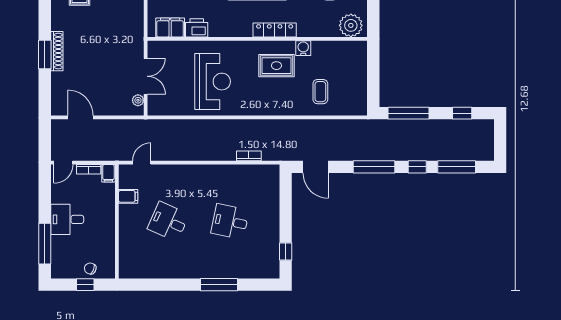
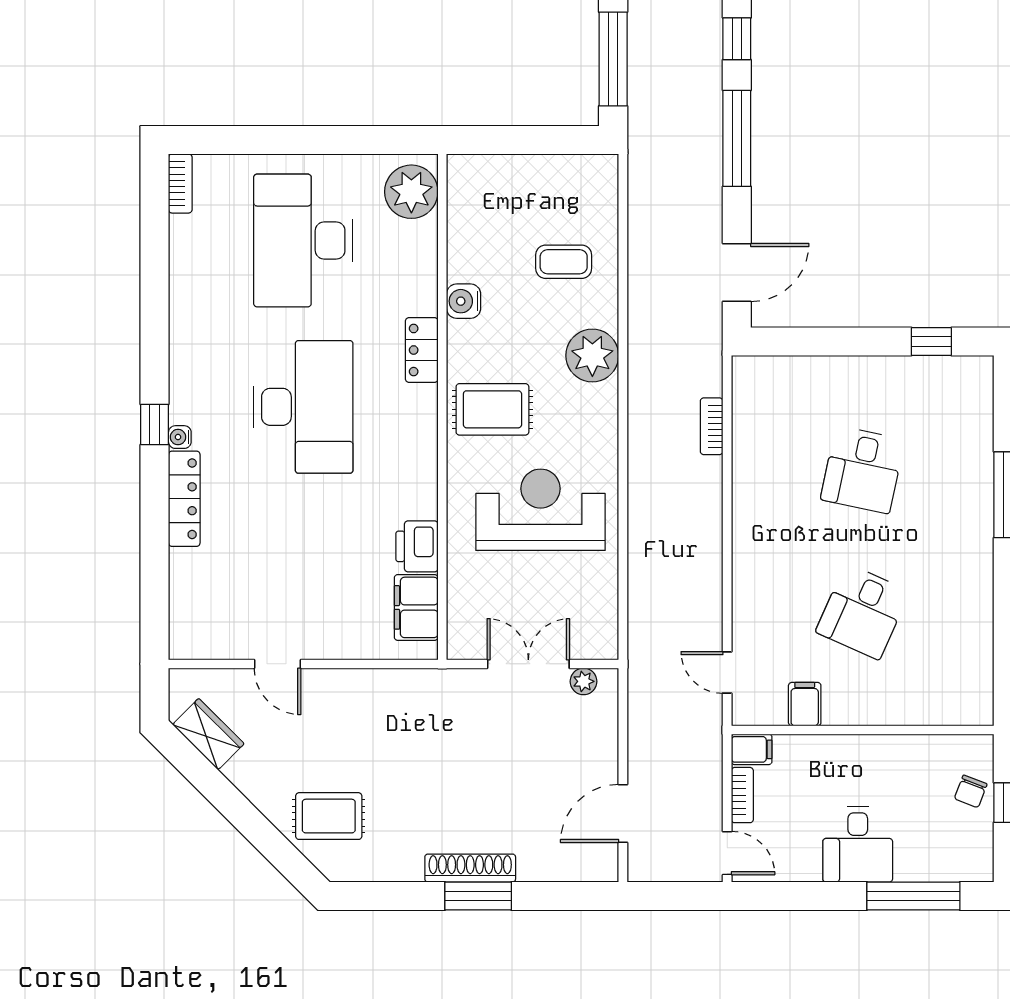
locker: (275, 30) -> (422, 350), width x0.66
rug: (276, 66) -> (492, 409), moved, turned 90
plant: (280, 104) -> (592, 356), added

